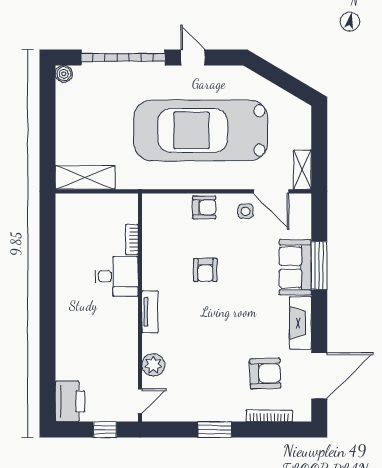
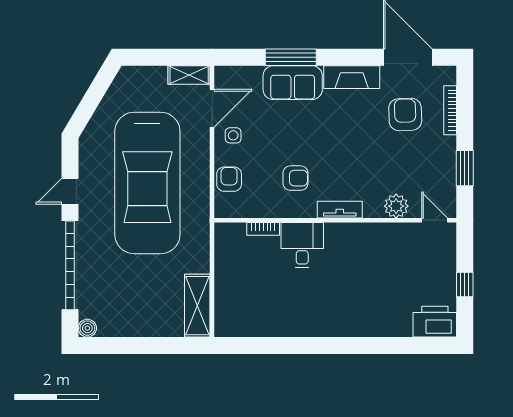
bookcase: (132, 239) -> (263, 229), moved
desk: (116, 276) -> (302, 245), moved
wall: (140, 308) -> (335, 220), moved
tv unit: (150, 312) -> (340, 210), moved
plant: (153, 365) -> (396, 206), moved
door: (140, 401) -> (435, 220), moved

